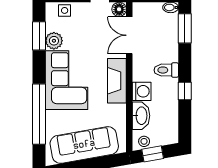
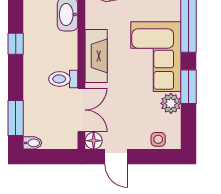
window: (39, 36) -> (188, 87), moved
toilet: (166, 70) -> (63, 79), moved, turned 180
washing machine: (142, 91) -> (67, 43), removed

